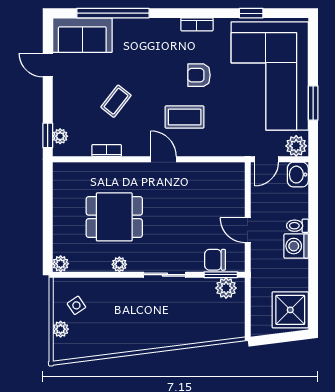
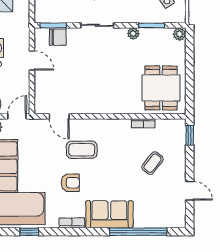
sofa: (82, 35) -> (109, 214), moved
coffee table: (116, 101) -> (152, 163), moved
plant: (60, 136) -> (180, 135), removed
door: (163, 159) -> (59, 116), moved
dining table: (114, 217) -> (161, 88), moved, turned 90
window: (96, 275) -> (152, 25), added
plant: (226, 288) -> (49, 15), removed

